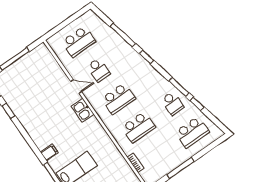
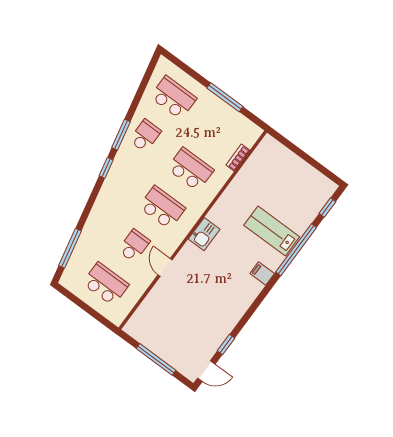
window: (123, 35) -> (70, 248), moved
window: (146, 57) -> (106, 168), moved
window: (197, 104) -> (135, 104), removed
kitchen sink: (82, 110) -> (204, 234), moved

